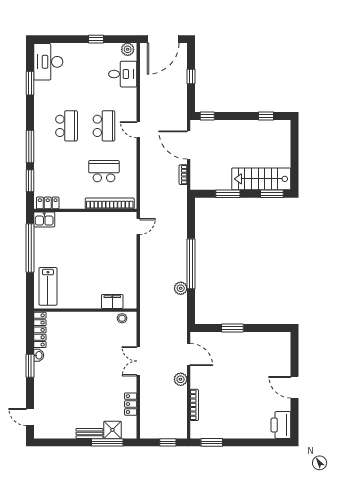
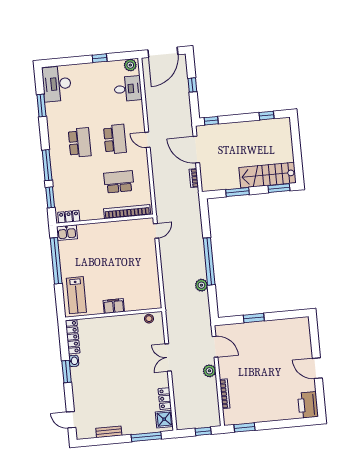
filing cabinet: (112, 302) -> (114, 306), moved
shower: (112, 430) -> (164, 419), moved
bench: (89, 433) -> (109, 432), moved

